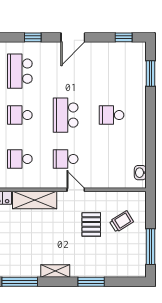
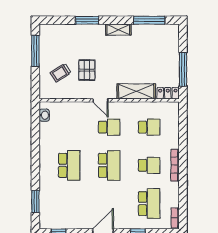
school desk: (112, 115) -> (69, 165), width x1.85

